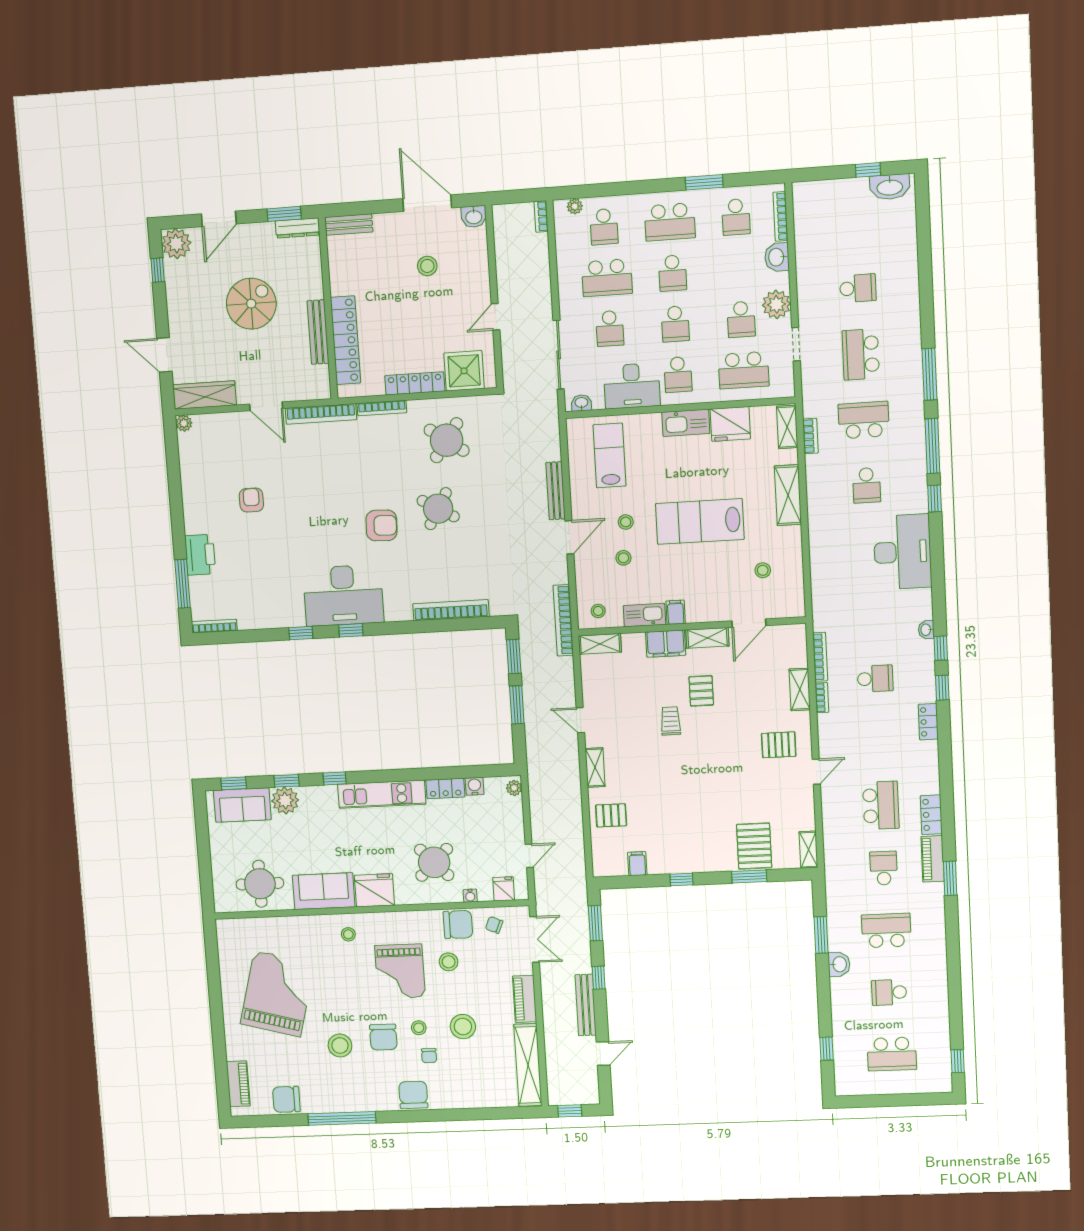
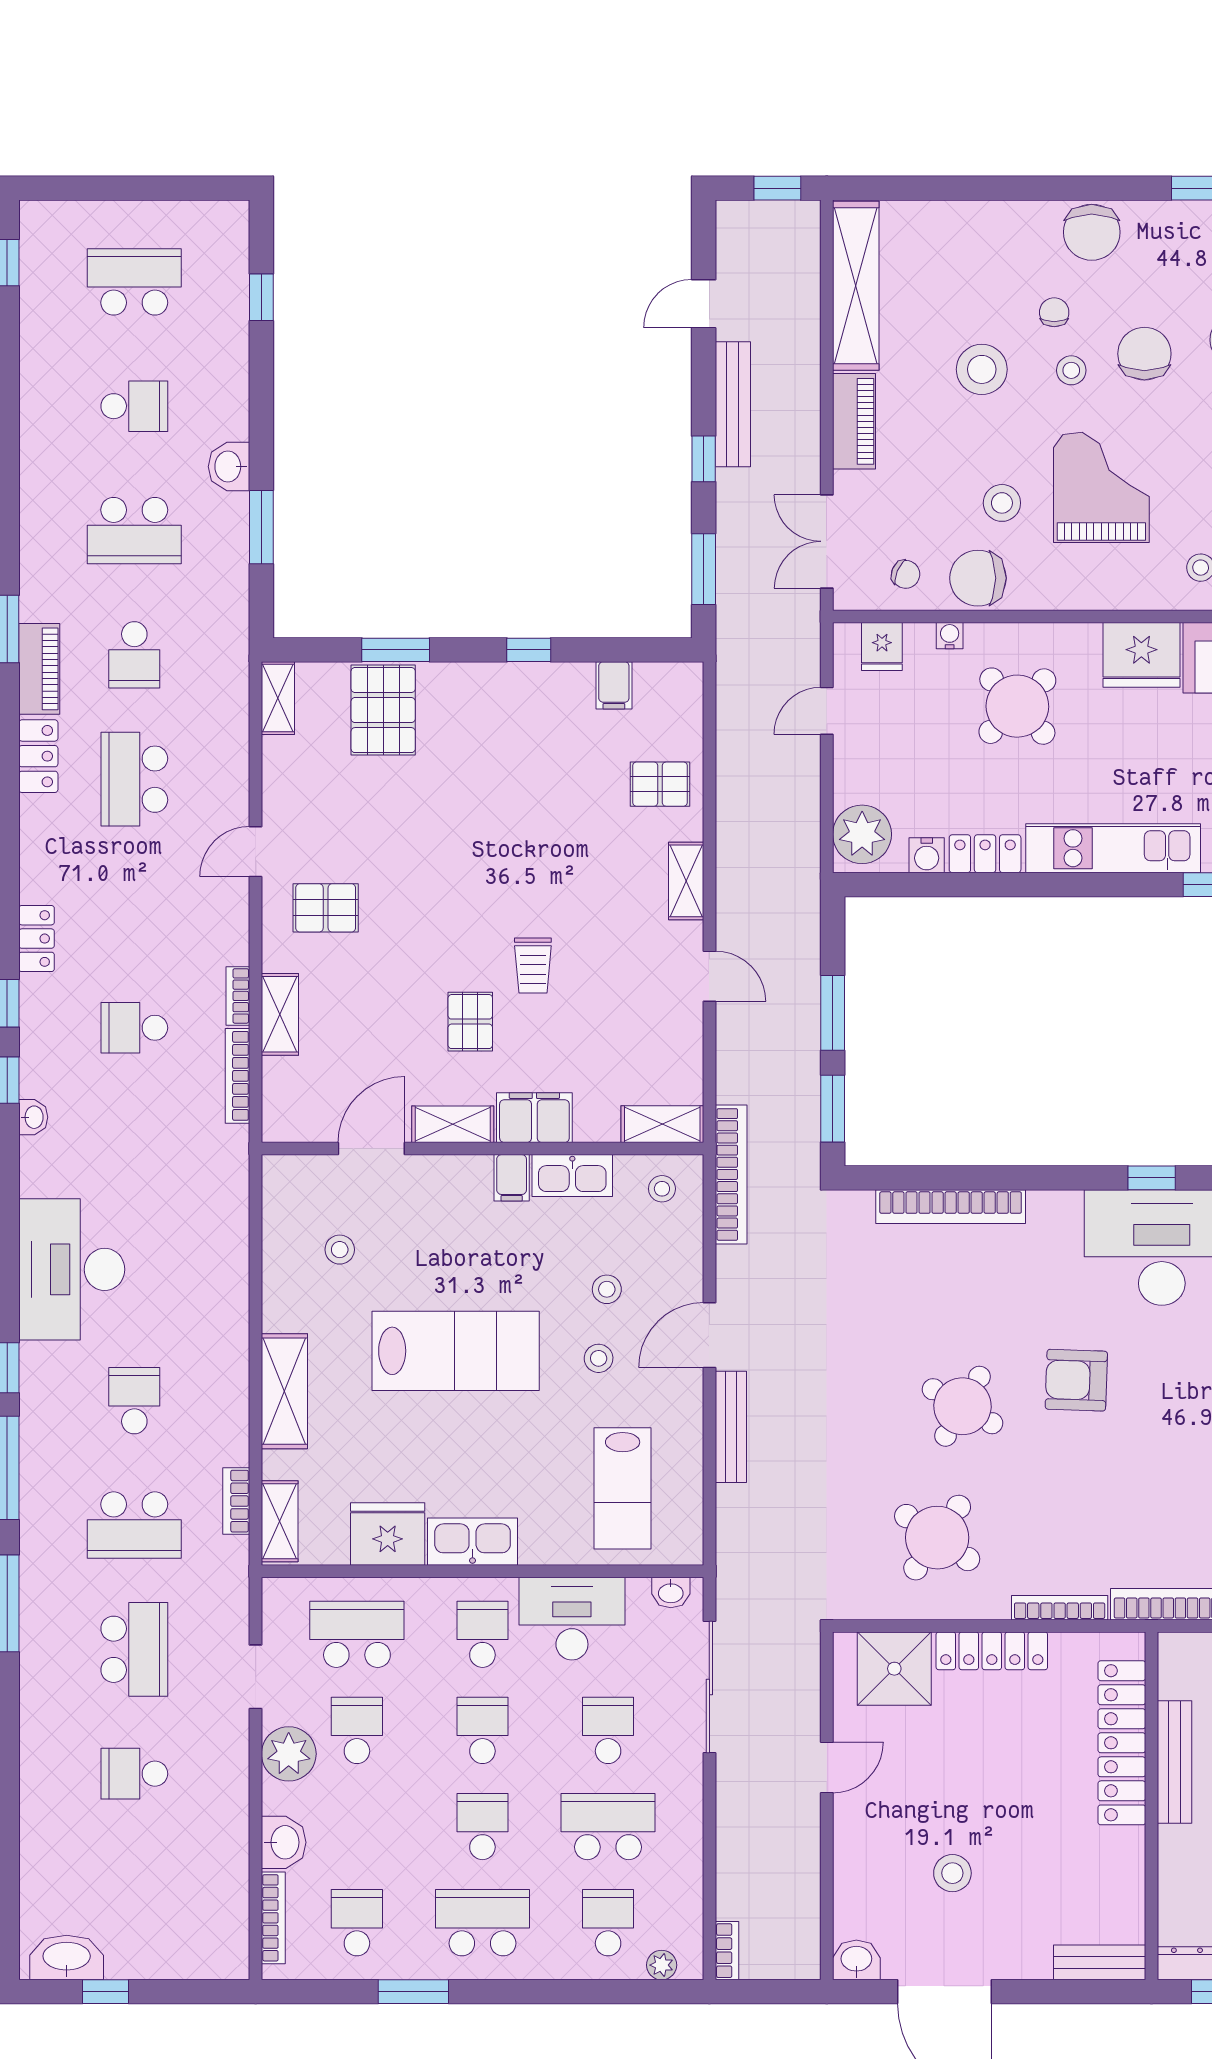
plant: (514, 788) -> (862, 834), width x1.87, depth x1.87

